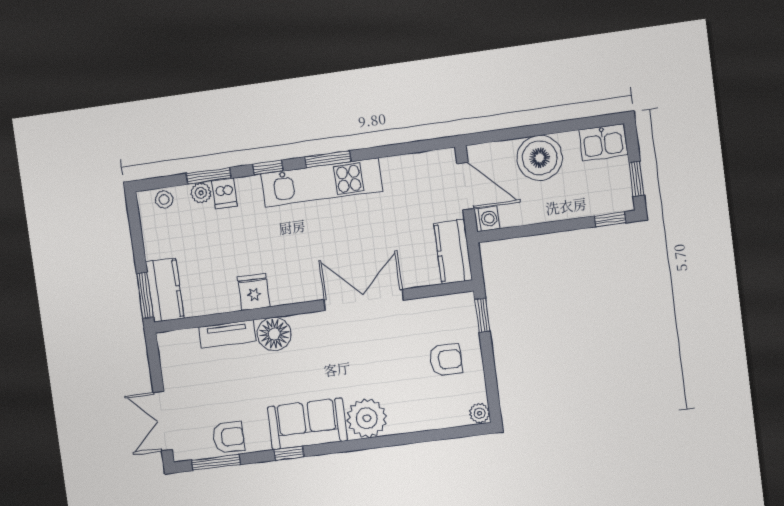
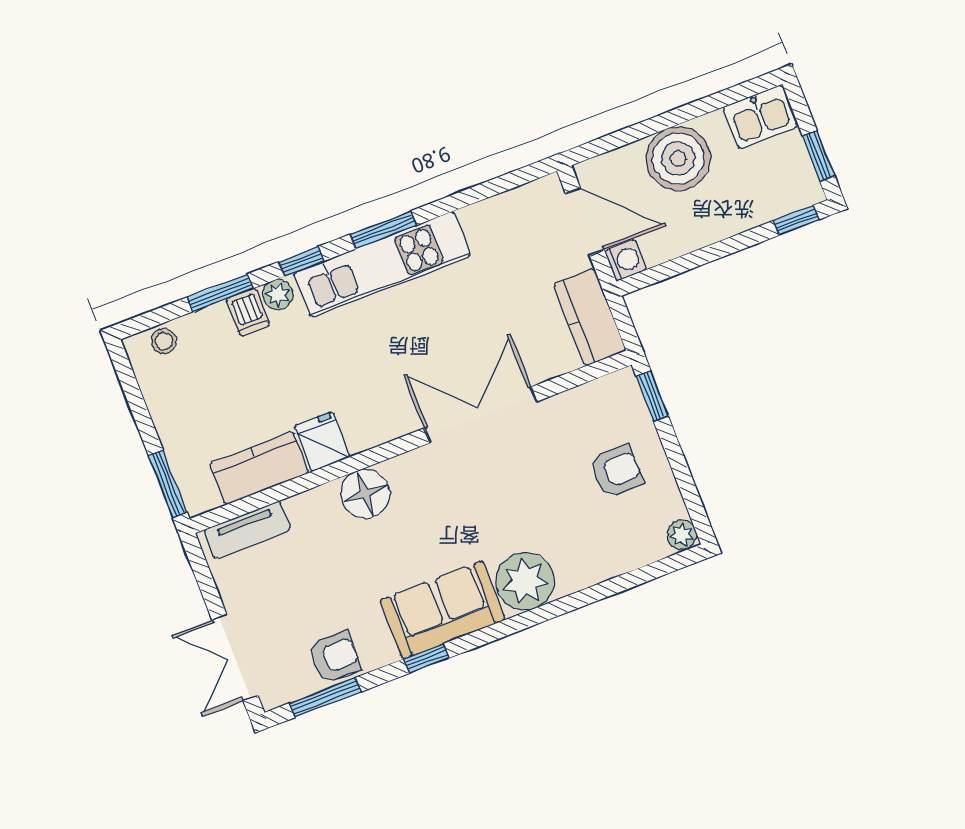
plant: (201, 193) -> (278, 295), moved
kitchen counter: (165, 290) -> (259, 468), moved, turned -90
tv unit: (227, 334) -> (247, 530), moved

